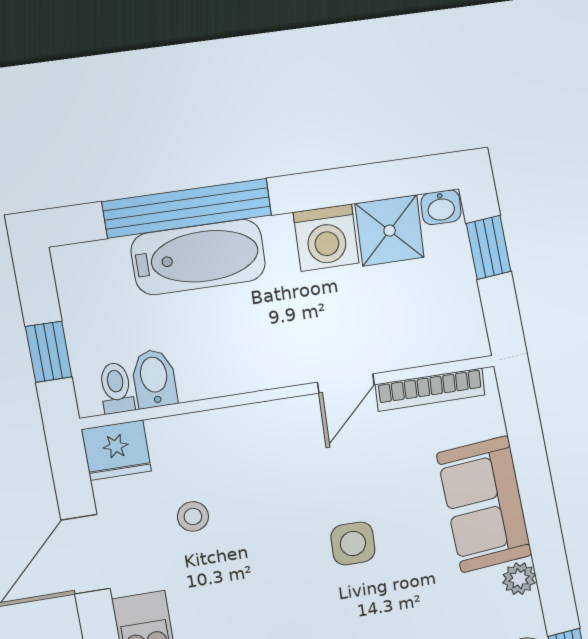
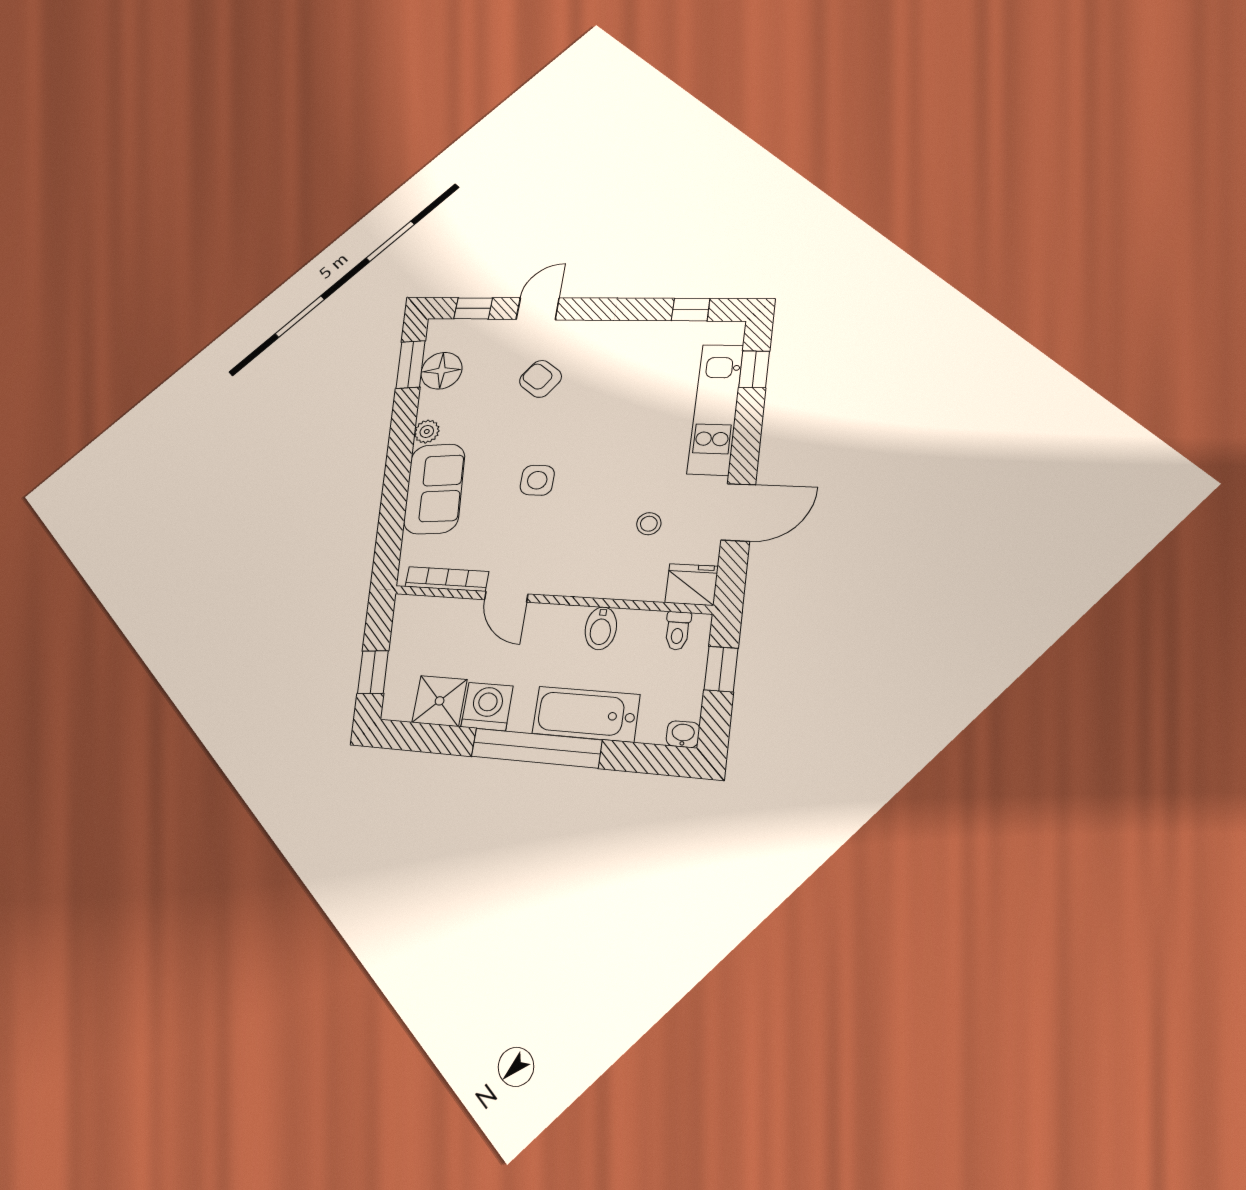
washbasin: (441, 207) -> (683, 734), moved
window: (187, 208) -> (536, 748), moved
bidet: (154, 379) -> (601, 628), moved
door: (346, 383) -> (506, 597), swing flipped

